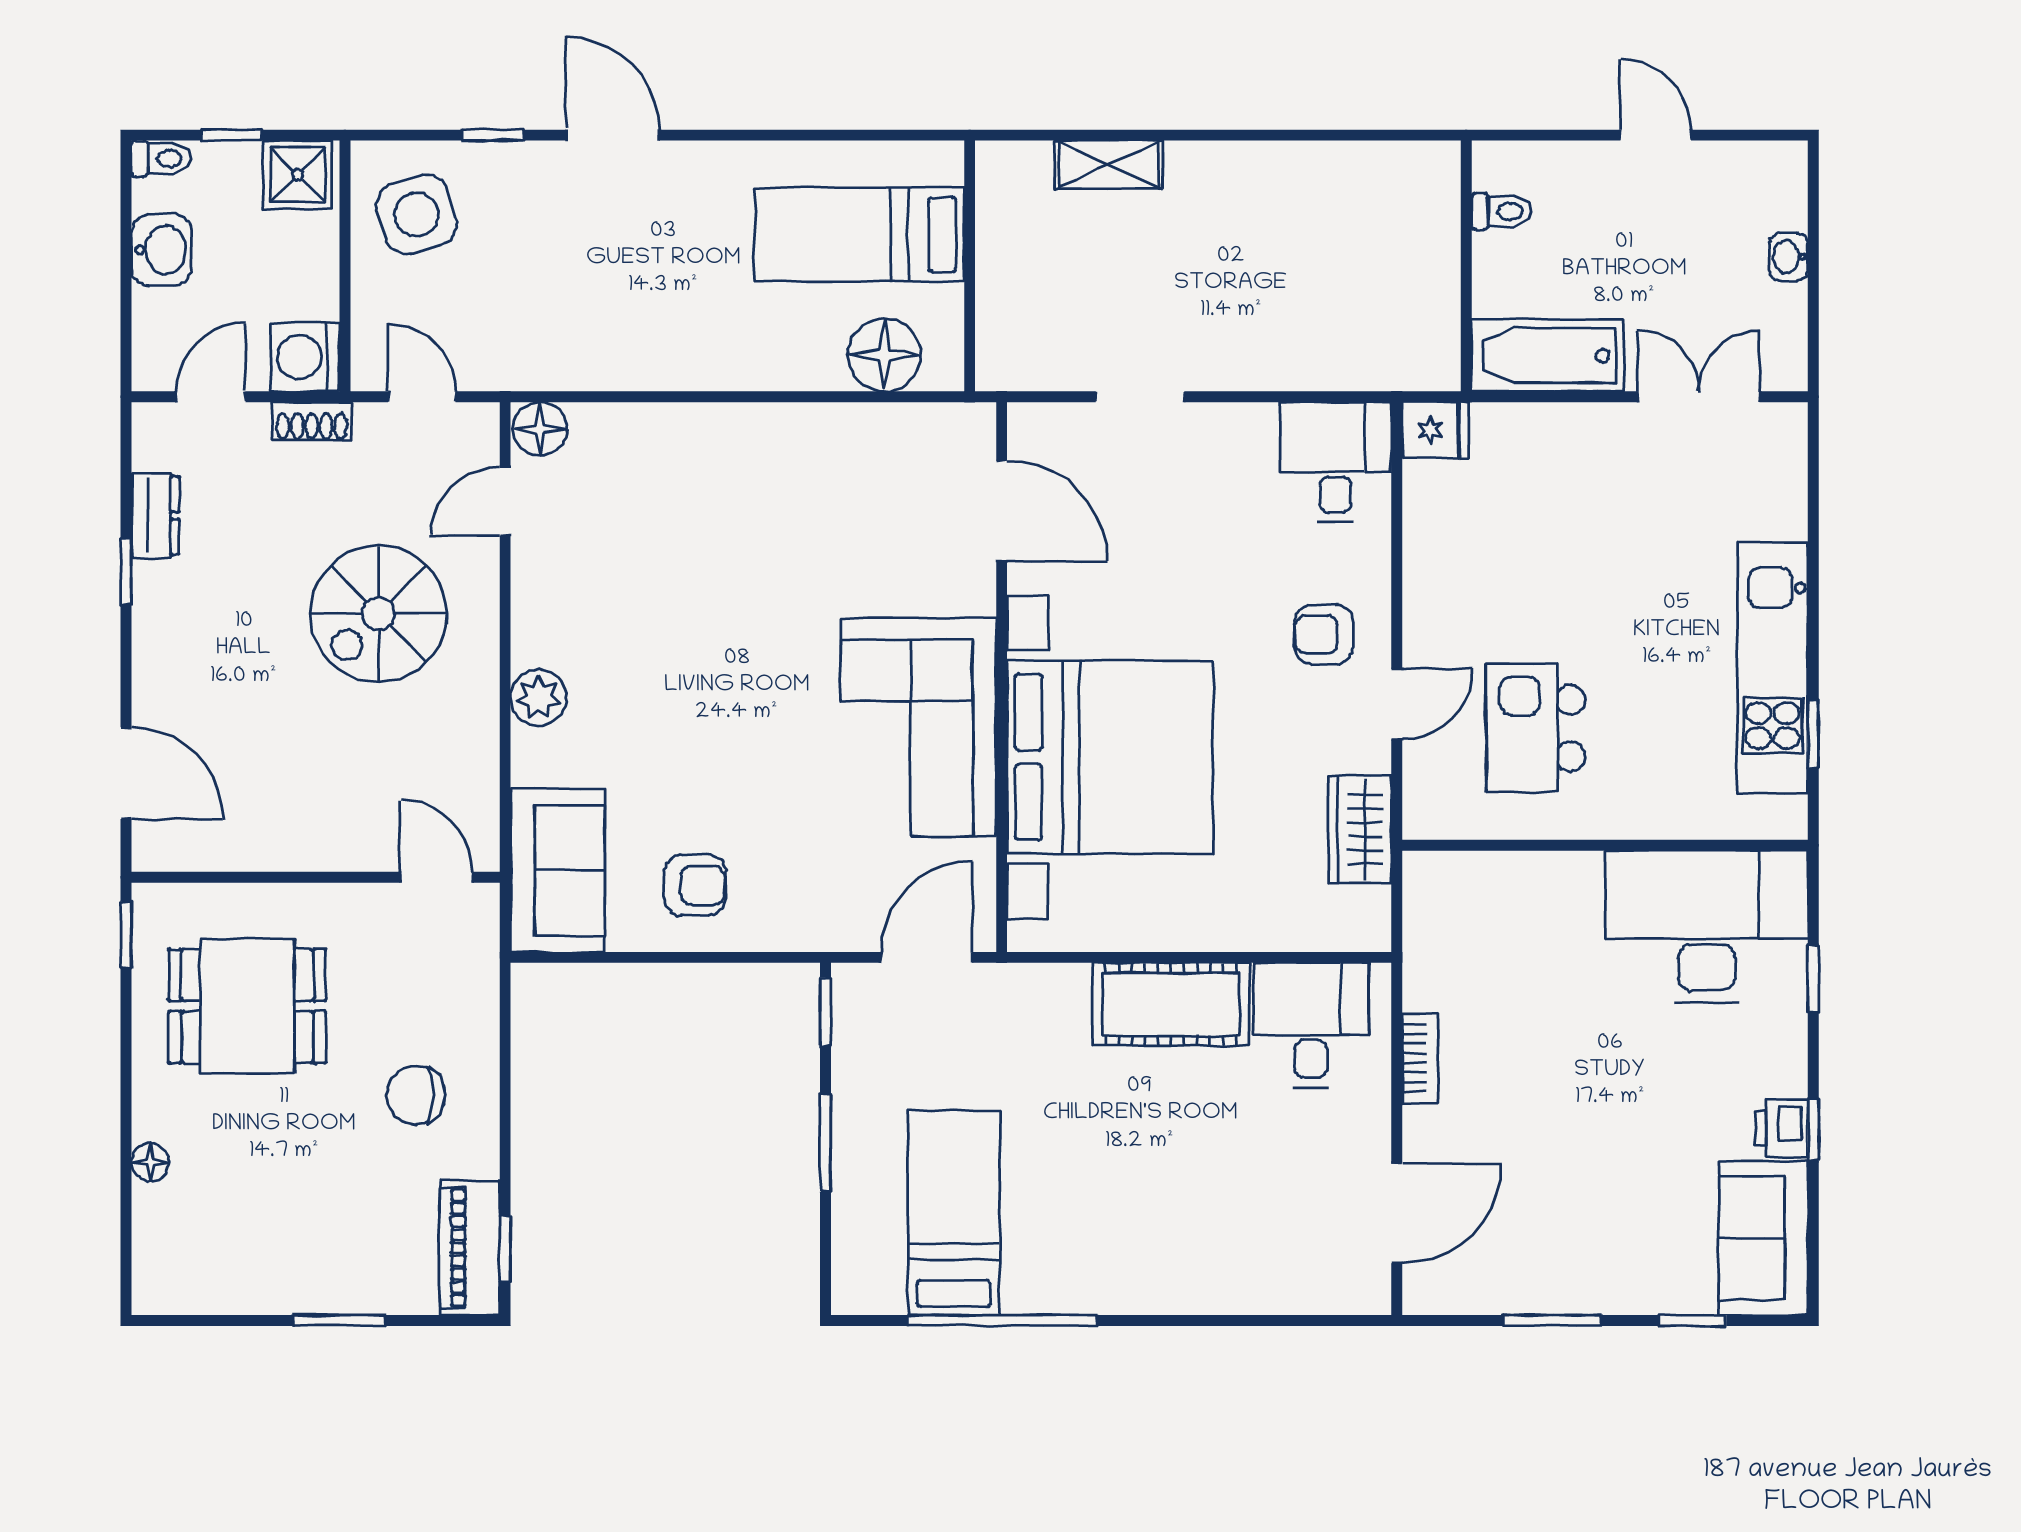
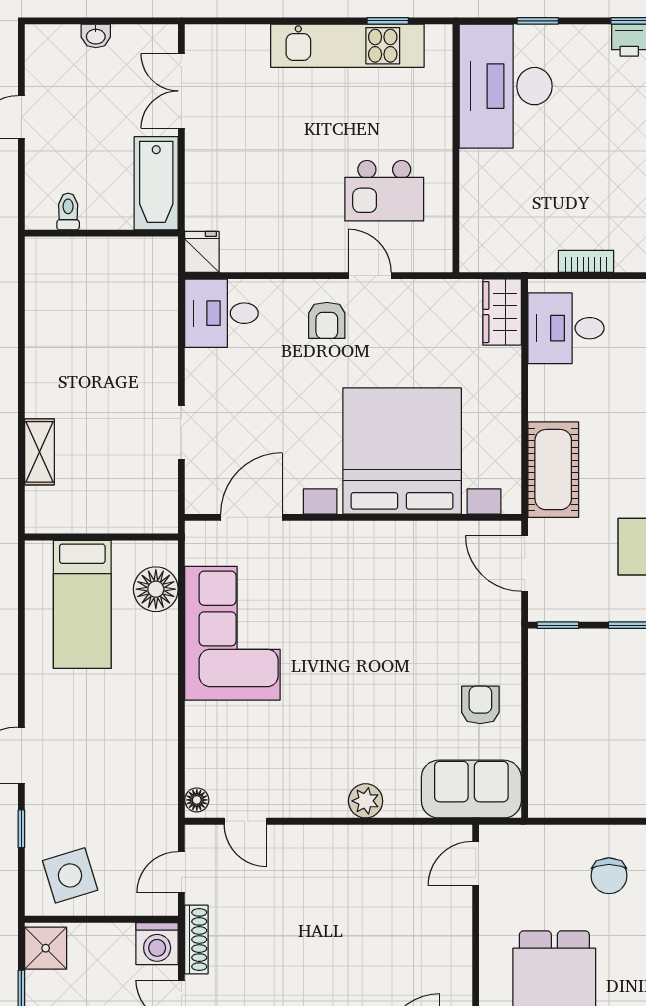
shoe rack: (312, 421) -> (196, 940), width x1.43
floor lamp: (540, 429) -> (197, 800), width x0.73, depth x0.73
spiral stairs: (378, 614) -> (314, 899), removed
corner sofa: (918, 727) -> (232, 633), moved, turned -90
wardrobe: (1360, 829) -> (502, 312), moved, turned 90
cot: (1171, 1004) -> (553, 470), moved

